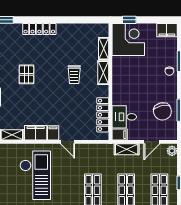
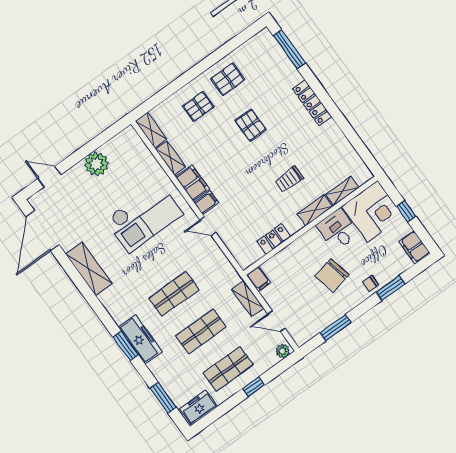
window: (129, 20) -> (406, 211), moved
pallet: (26, 74) -> (251, 125), turned 90
chair: (162, 111) -> (332, 275), moved
locker: (103, 115) -> (274, 239), width x0.66
desk: (124, 117) -> (337, 230), moved
door: (68, 142) -> (208, 226), hinge flipped

